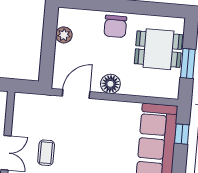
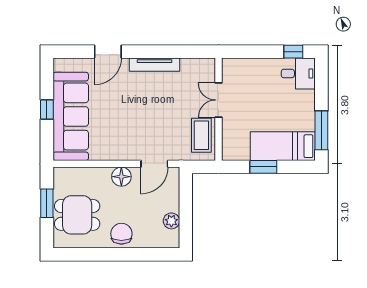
window: (182, 134) -> (47, 110), moved
coffee table: (46, 153) -> (201, 135), moved, width x1.36, depth x1.30

